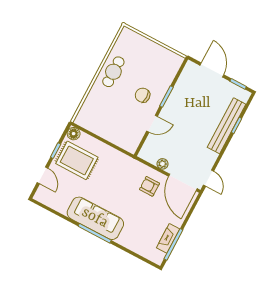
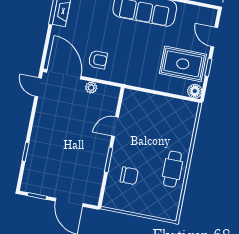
chair: (143, 95) -> (129, 176), moved
bench: (227, 126) -> (36, 148), removed

